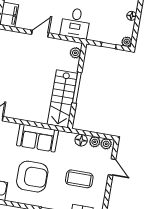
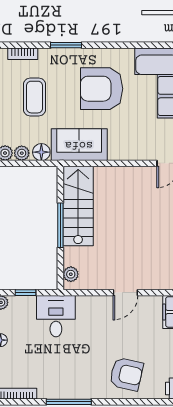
desk: (75, 23) -> (56, 316), moved
sofa: (38, 138) -> (79, 145), moved
coffee table: (79, 179) -> (35, 97), turned 90

